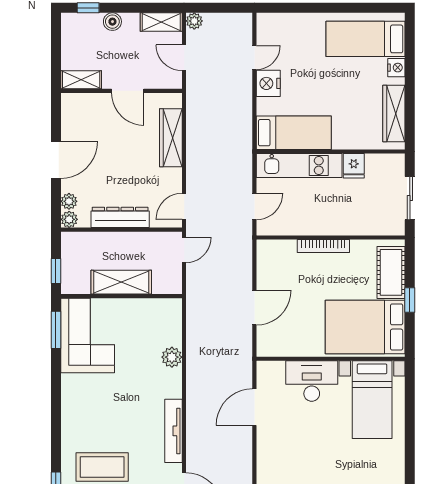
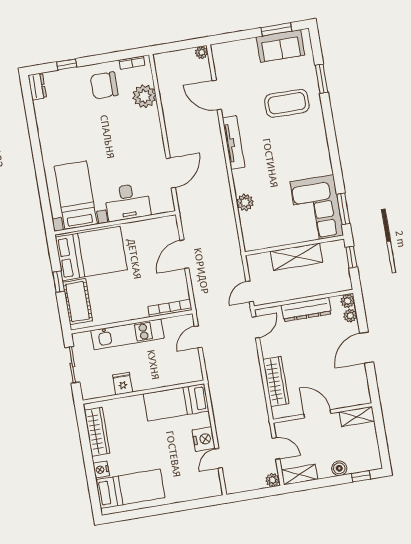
kitchen unit: (299, 165) -> (127, 334), moved, turned 180
bookcase: (323, 246) -> (170, 308), moved

